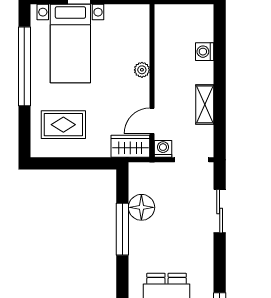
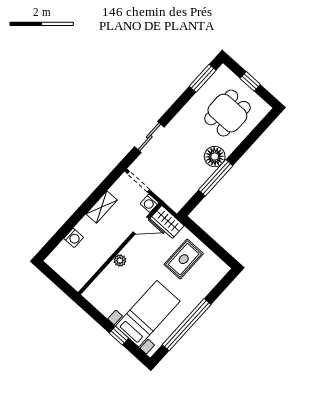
rug: (63, 125) -> (184, 259), moved, turned 90
floor lamp: (141, 207) -> (215, 157), moved

